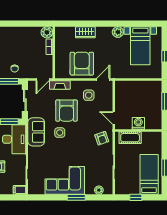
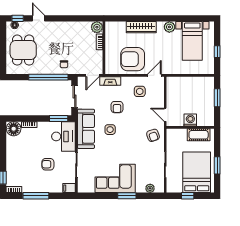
wardrobe: (85, 32) -> (141, 27), width x1.50
armchair: (82, 64) -> (133, 59), turned -90
armchair: (67, 111) -> (117, 107), width x0.53, depth x0.53
sofa: (36, 132) -> (86, 129), width x1.36
cot: (130, 138) -> (199, 135), moved
bed: (149, 174) -> (197, 172), width x1.50

